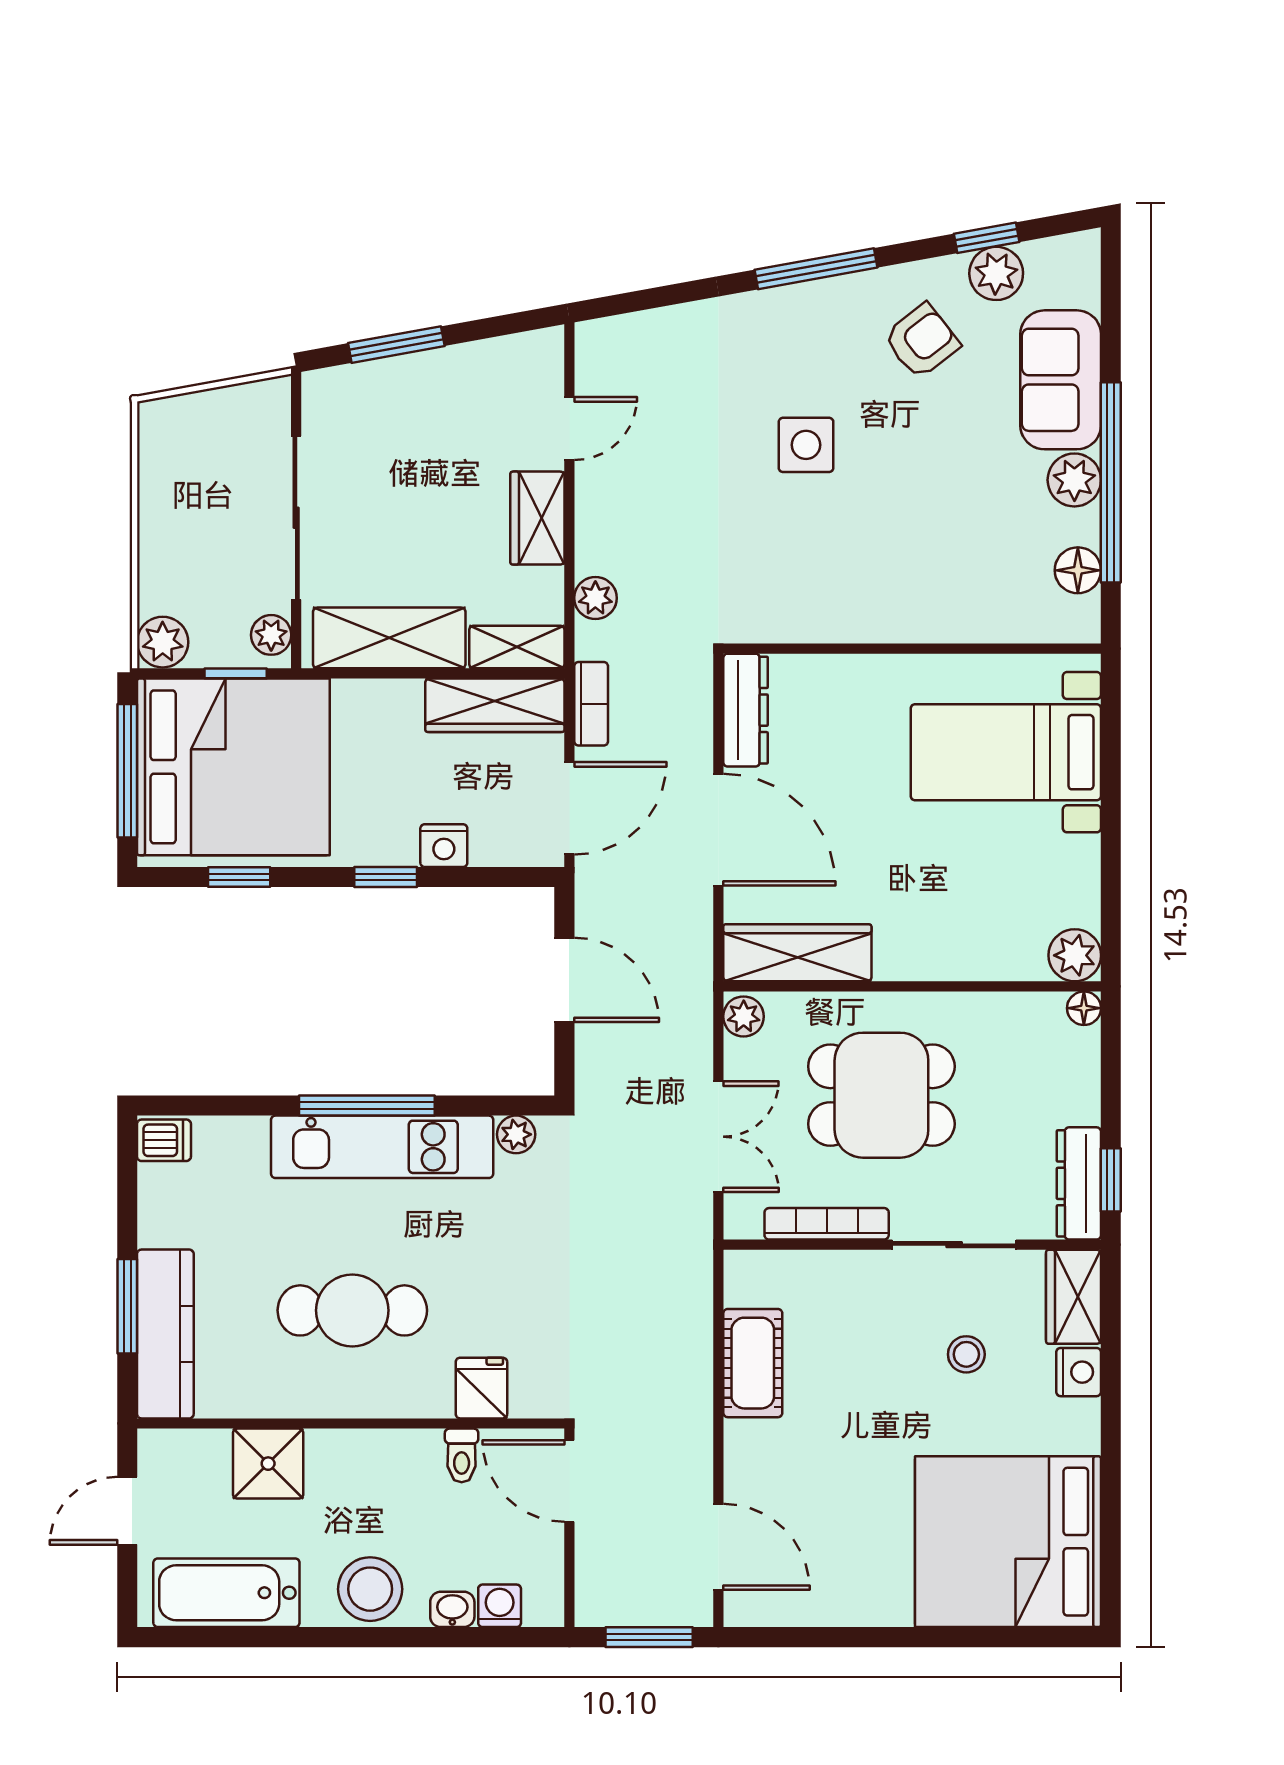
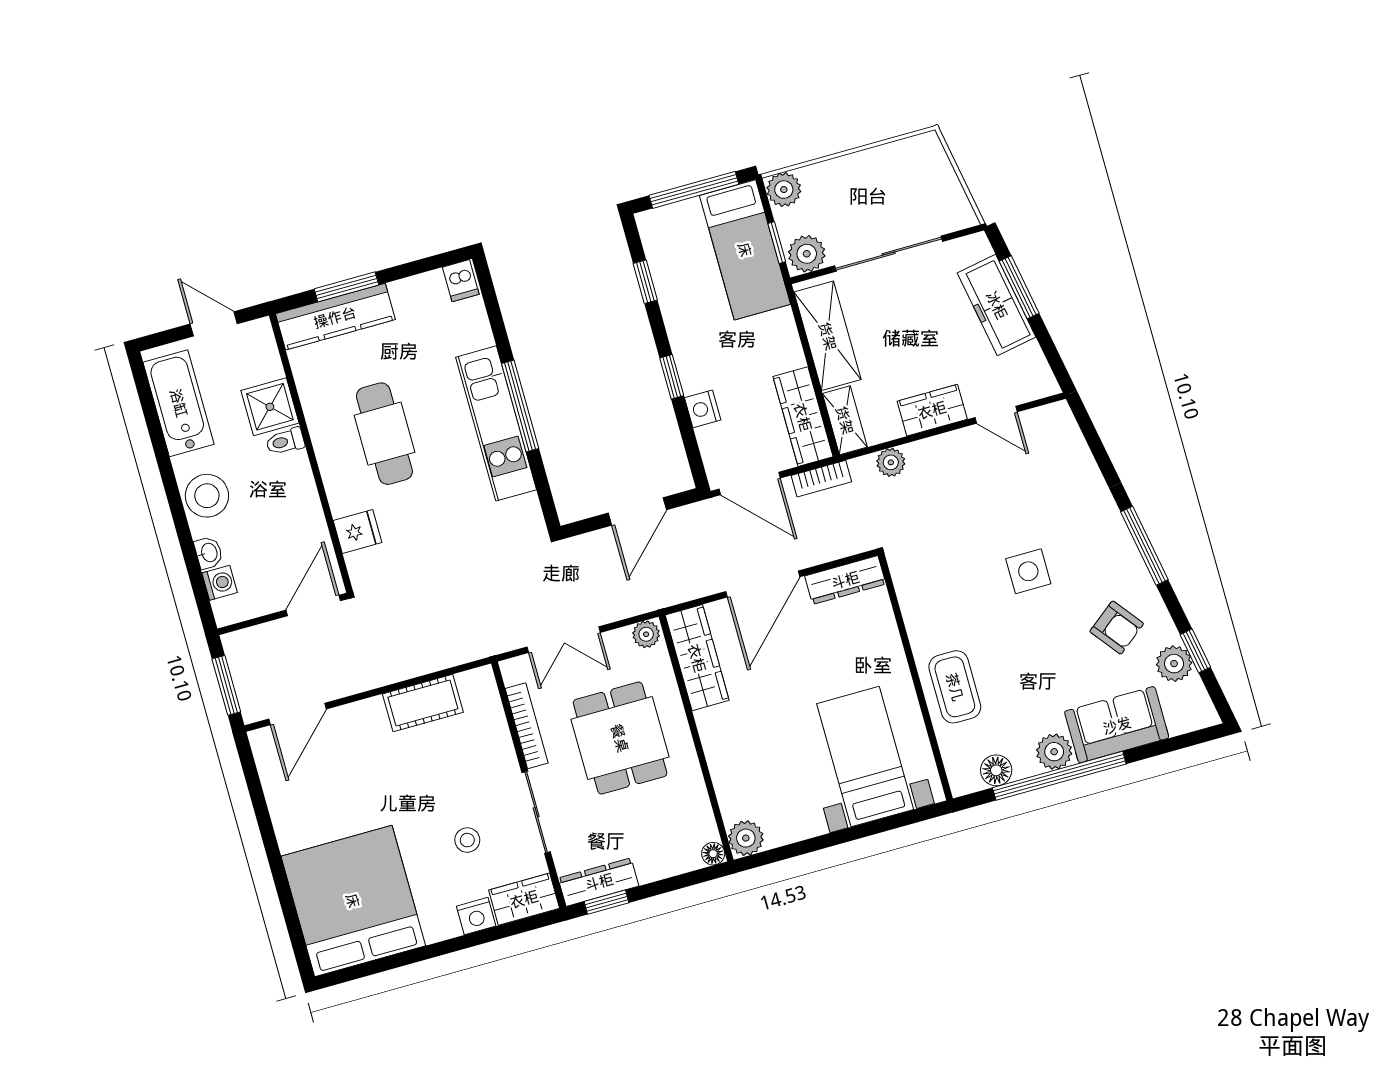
freezer: (413, 384) -> (997, 305), added
coffee table: (942, 596) -> (955, 687), added
plant: (271, 635) -> (807, 254), width x1.38, depth x1.38
bed: (233, 767) -> (745, 250), width x0.49
plant: (516, 1134) -> (528, 508), removed
toilet: (462, 1455) -> (285, 441), moved

